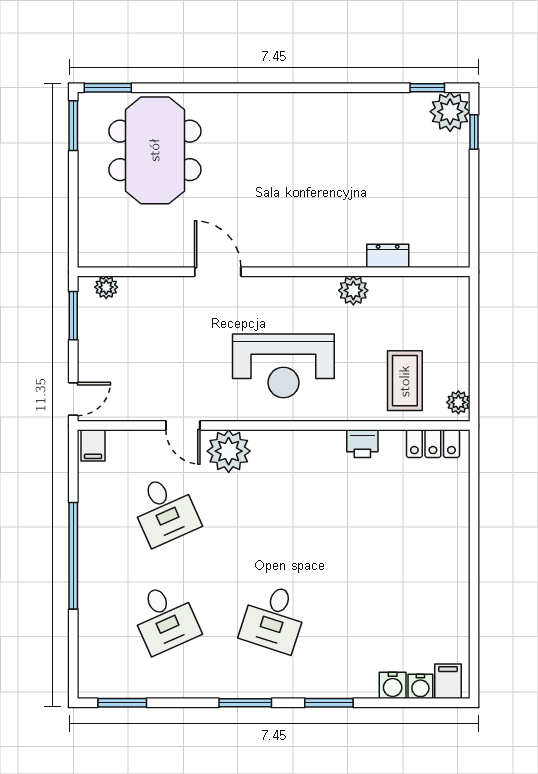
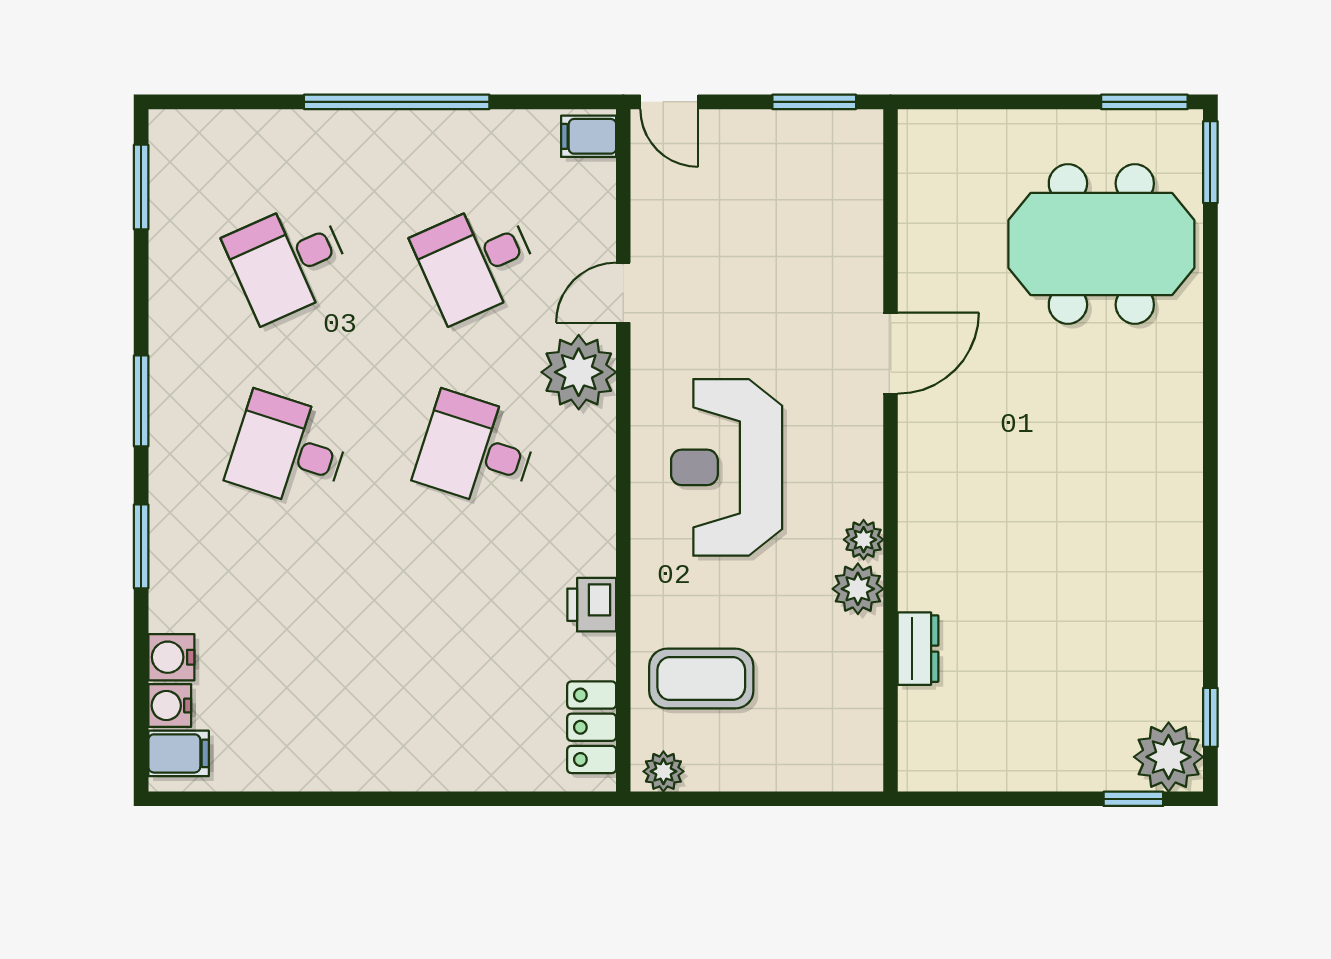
plant: (106, 287) -> (864, 540), moved
desk: (274, 510) -> (476, 450), added

